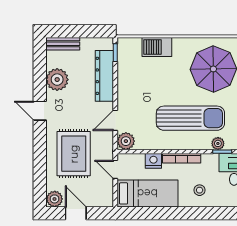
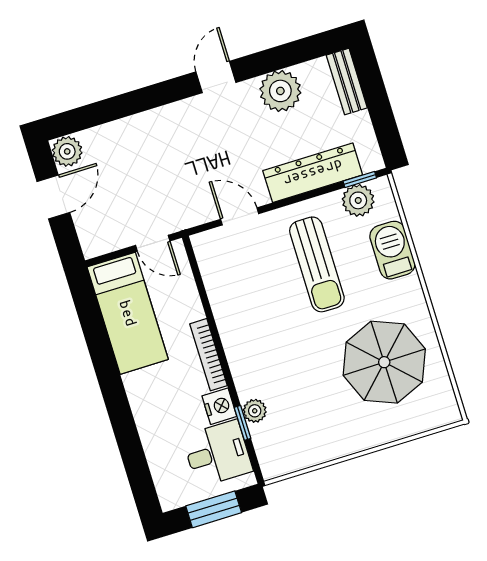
sun lounger: (190, 118) -> (317, 264), moved, width x0.73, depth x0.75
plant: (126, 141) -> (358, 200), moved
rug: (74, 154) -> (158, 161), removed
nightstand: (153, 161) -> (219, 406), moved
door: (115, 169) -> (153, 243), swing flipped
stool: (200, 190) -> (162, 404), removed

